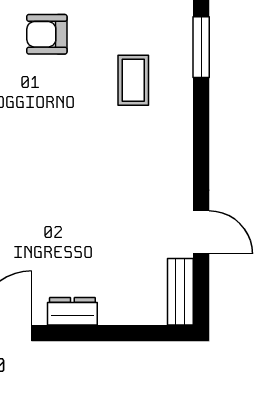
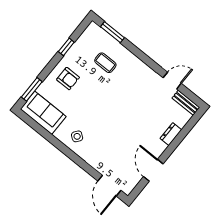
armchair: (47, 34) -> (68, 79), turned -90
dresser: (72, 311) -> (171, 134), moved

